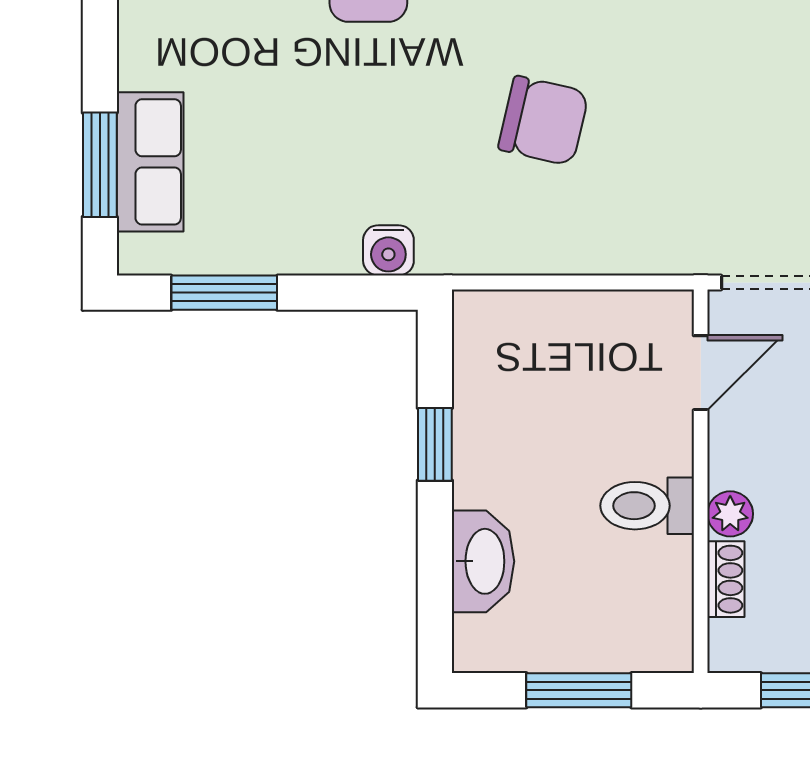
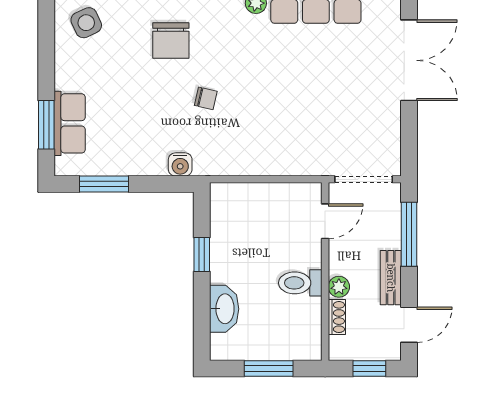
chair: (543, 121) -> (206, 98), moved, width x0.54, depth x0.54

